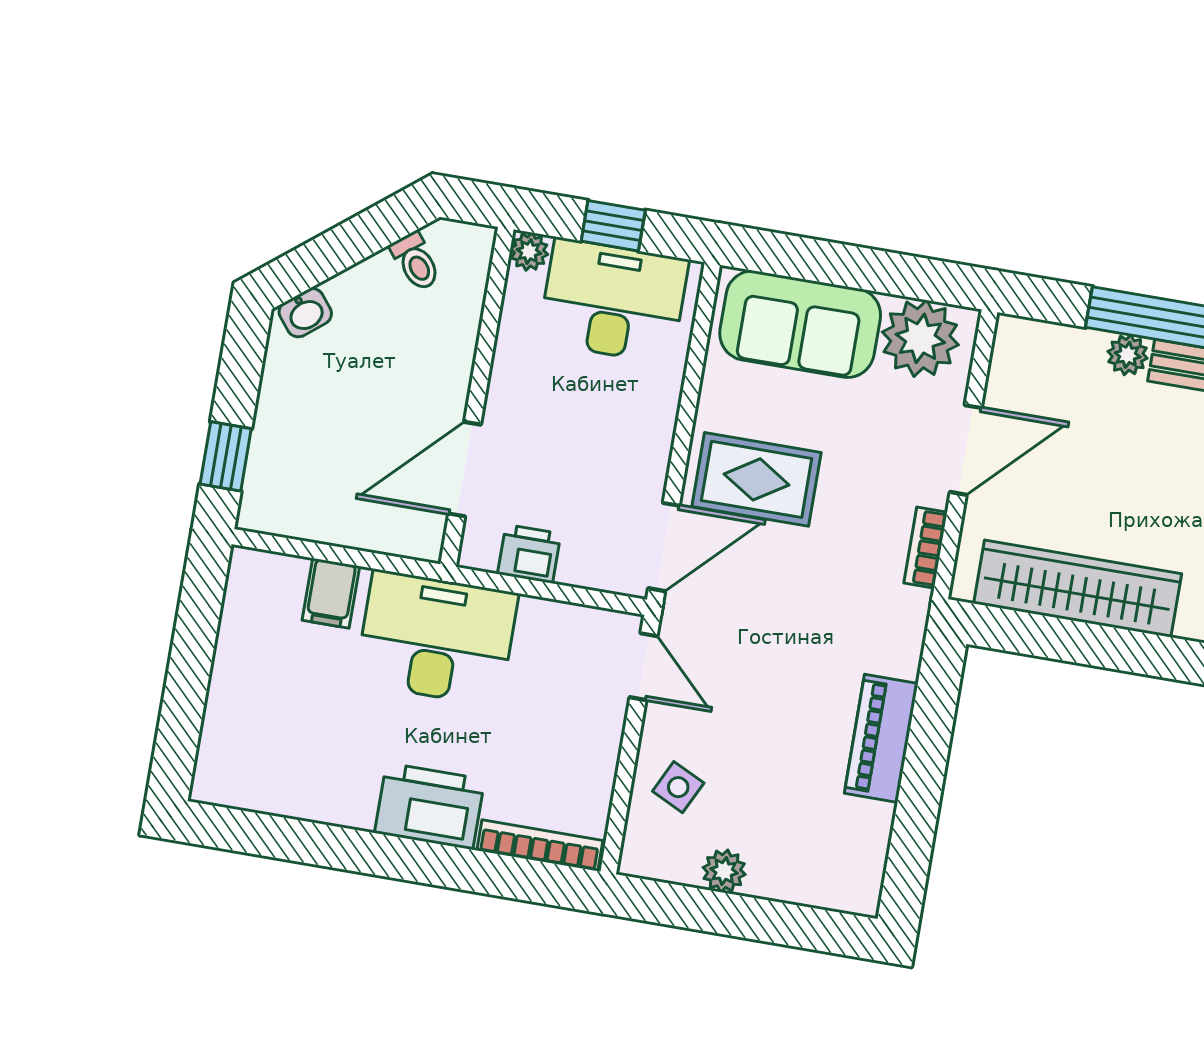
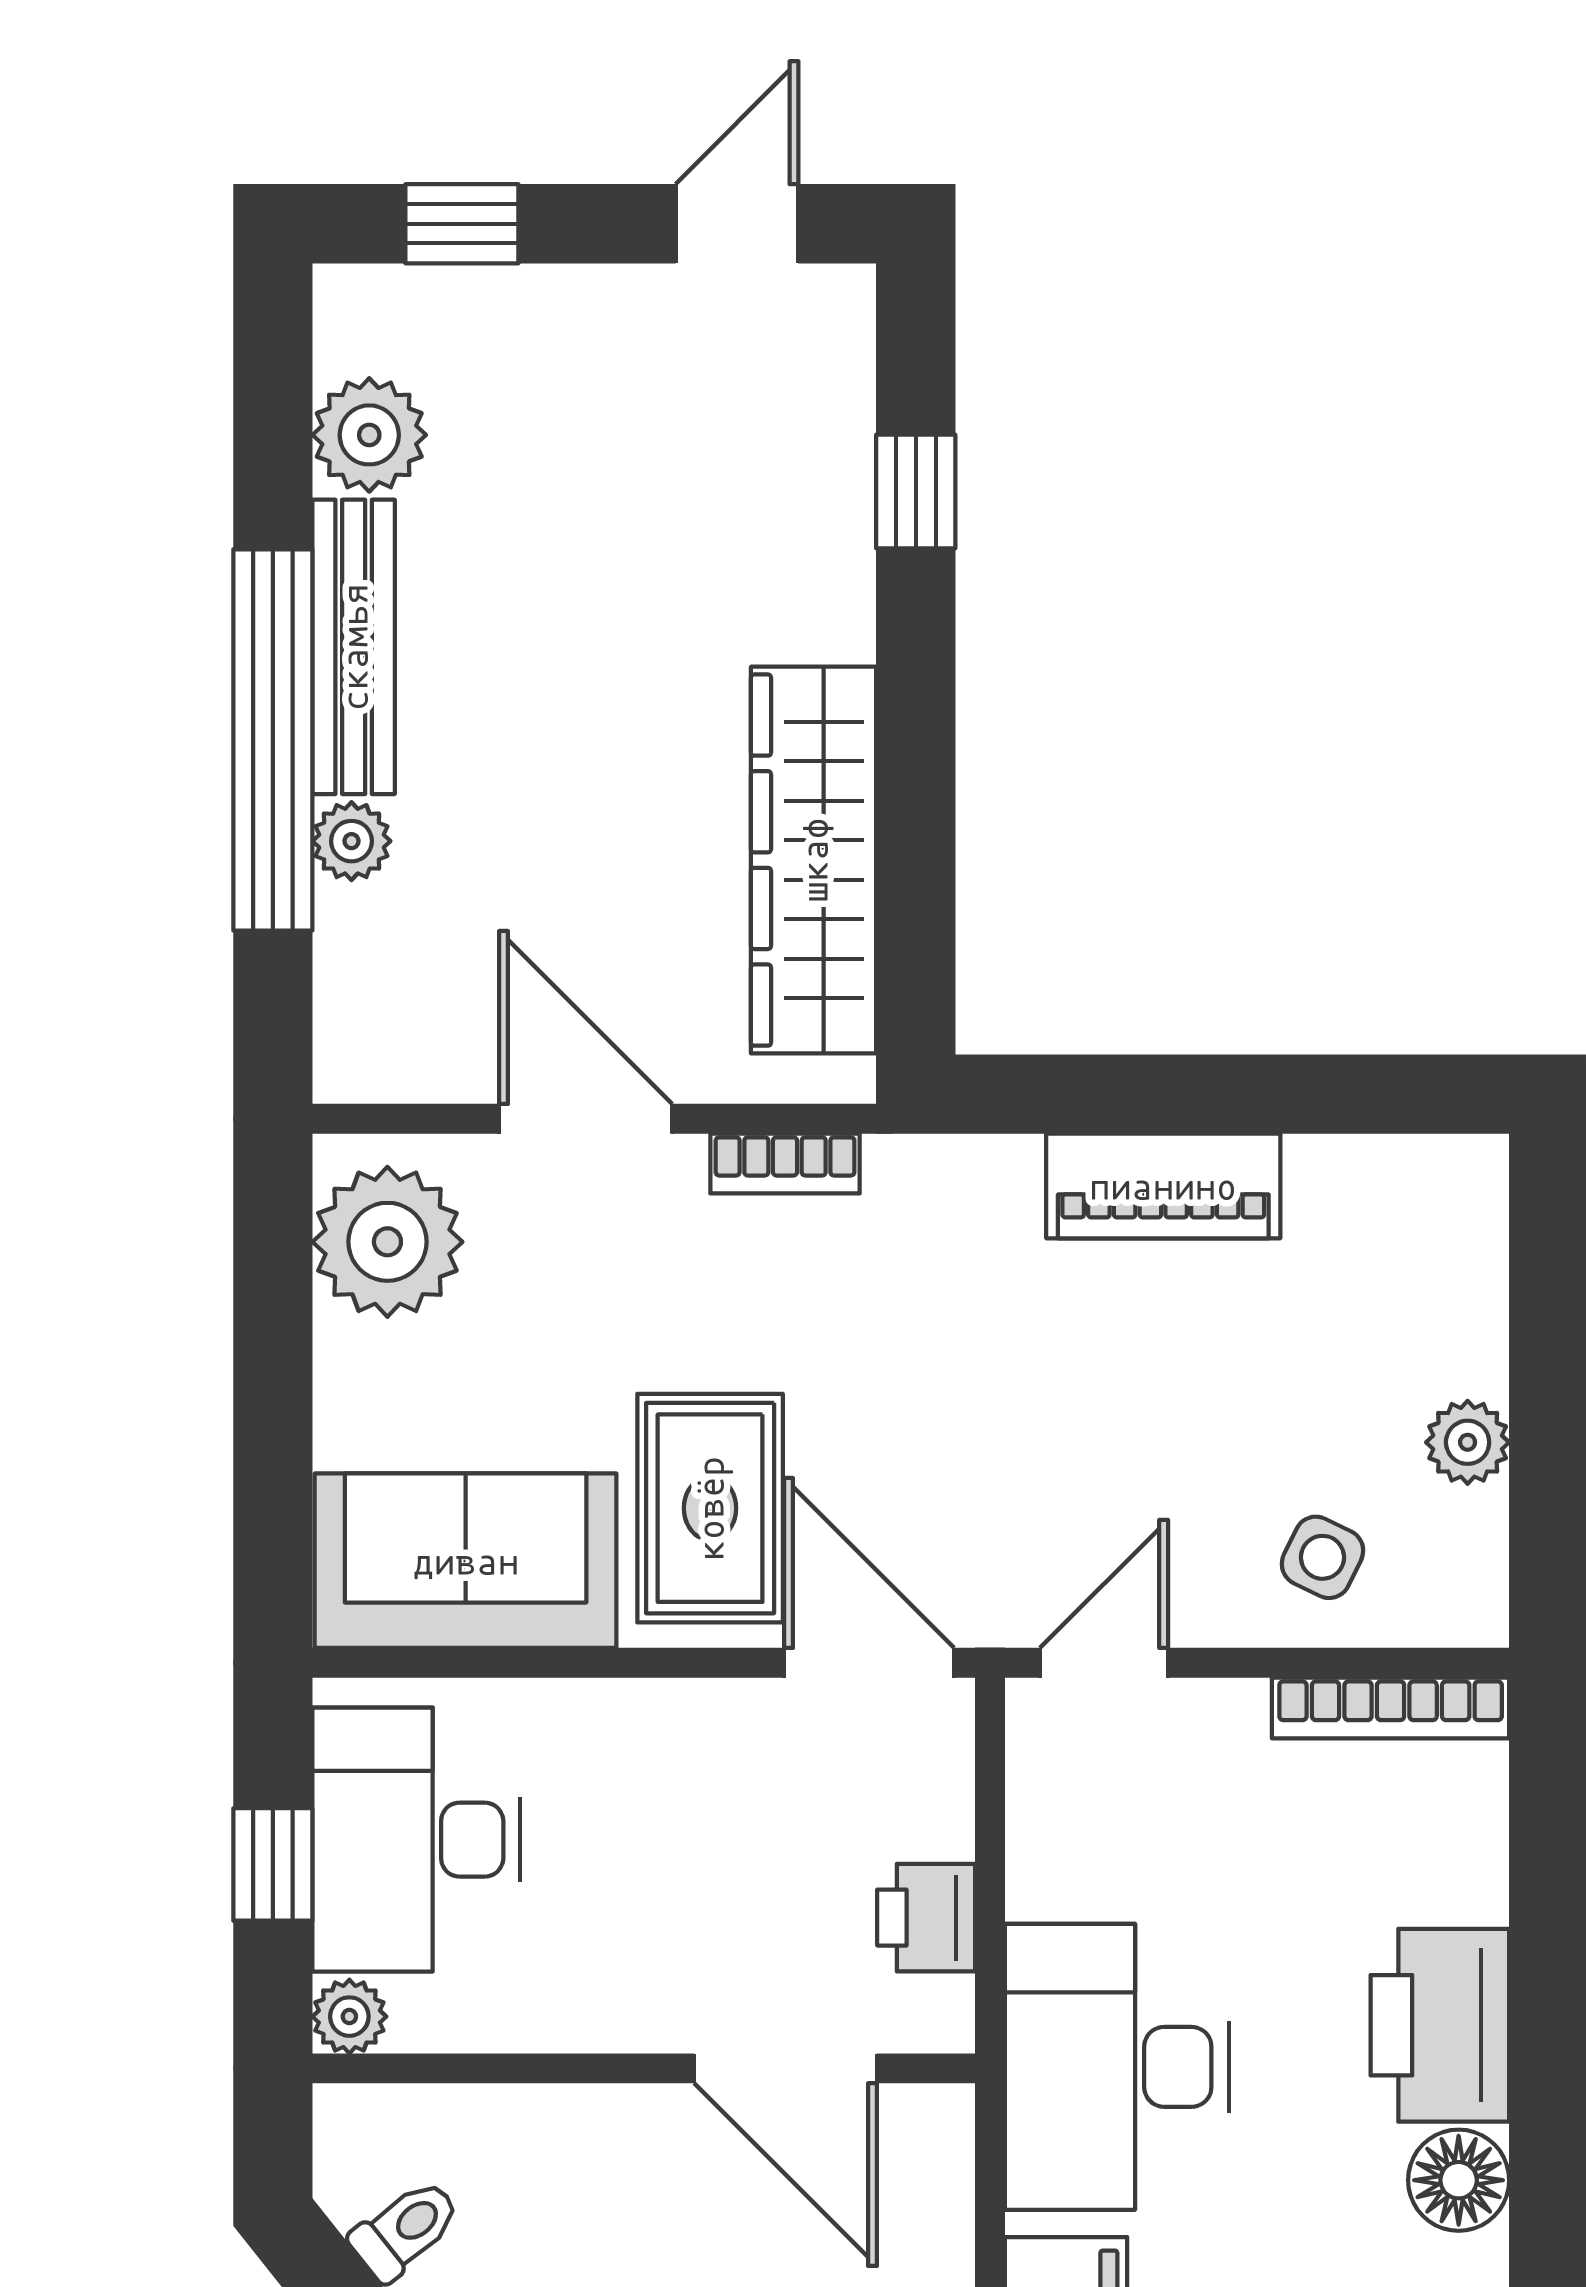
sofa: (800, 324) -> (466, 1561), moved, turned -90
floor lamp: (349, 802) -> (1459, 2180), added
bookcase: (540, 845) -> (1391, 1708), moved, turned -90

